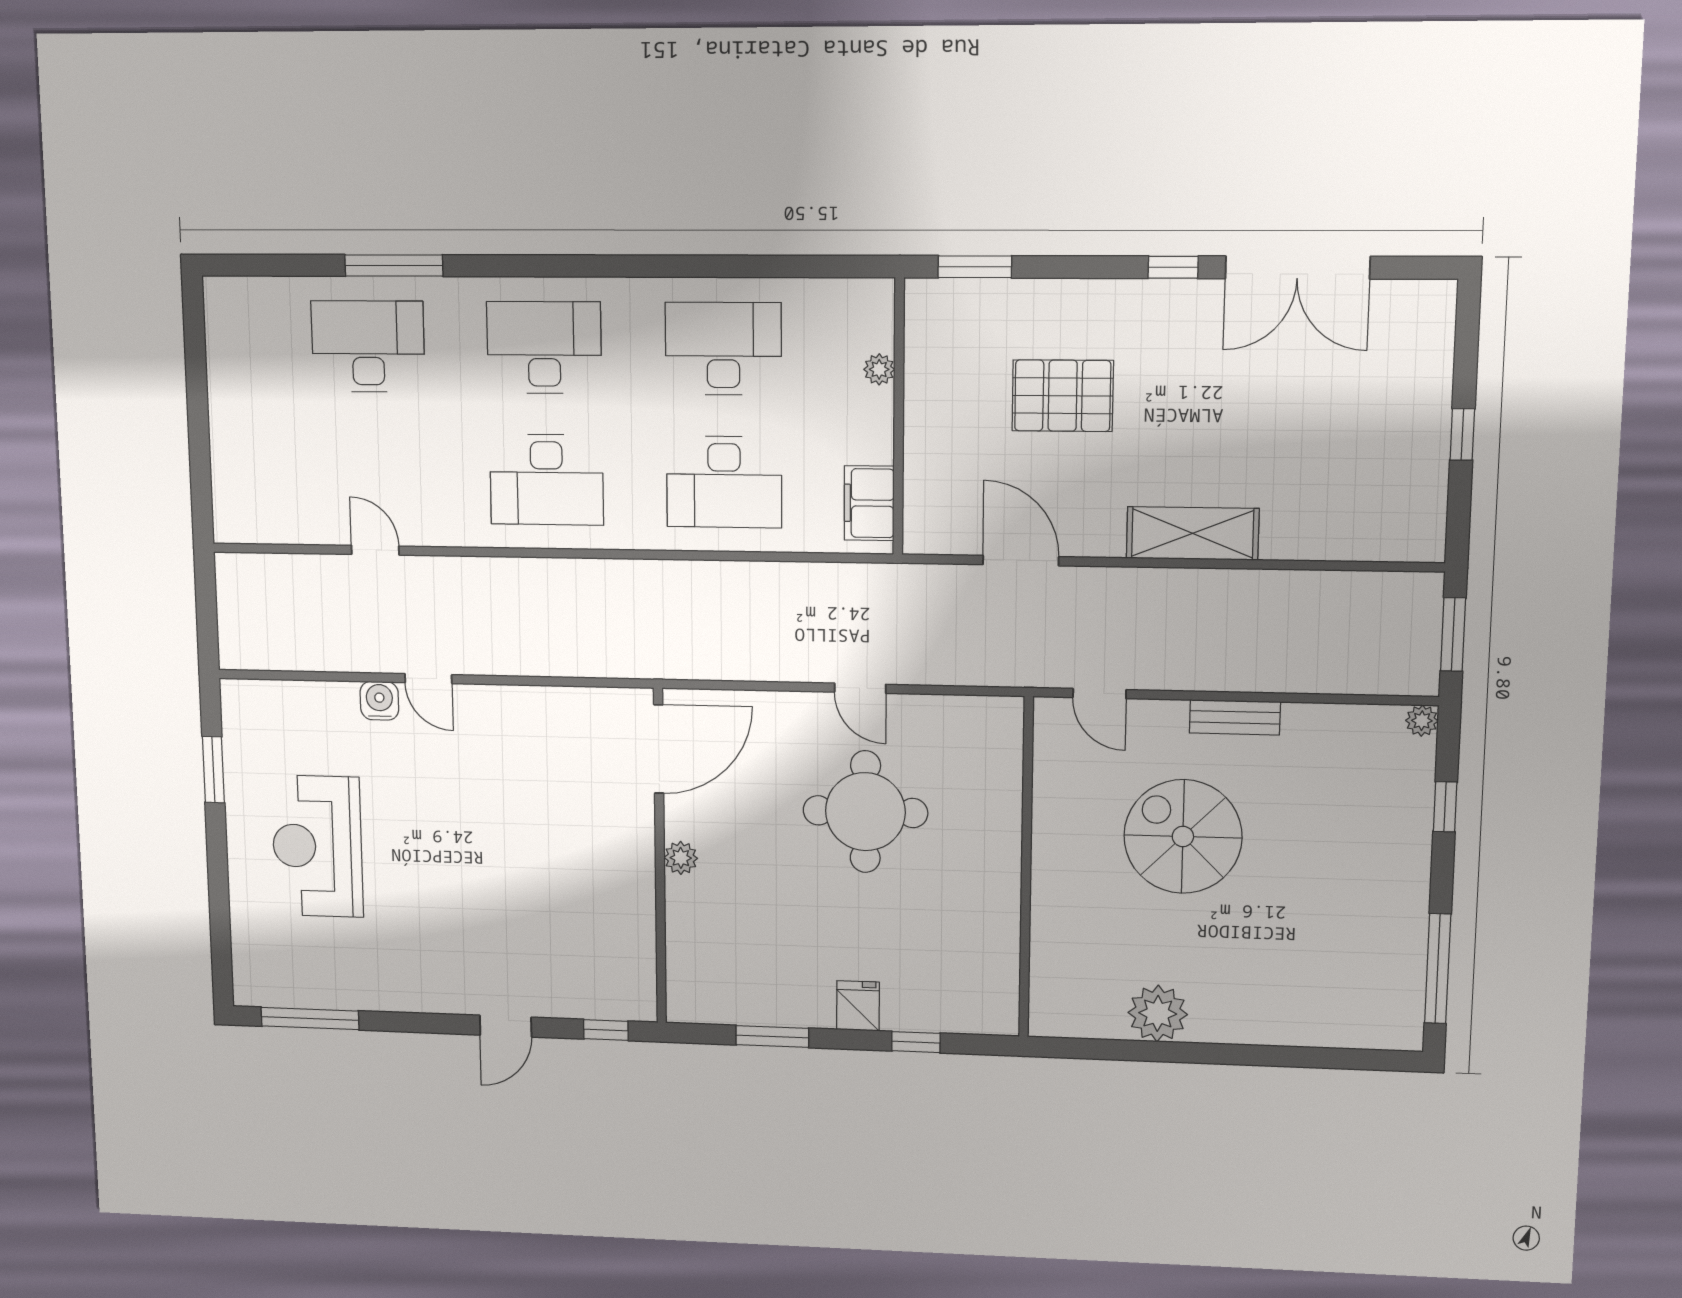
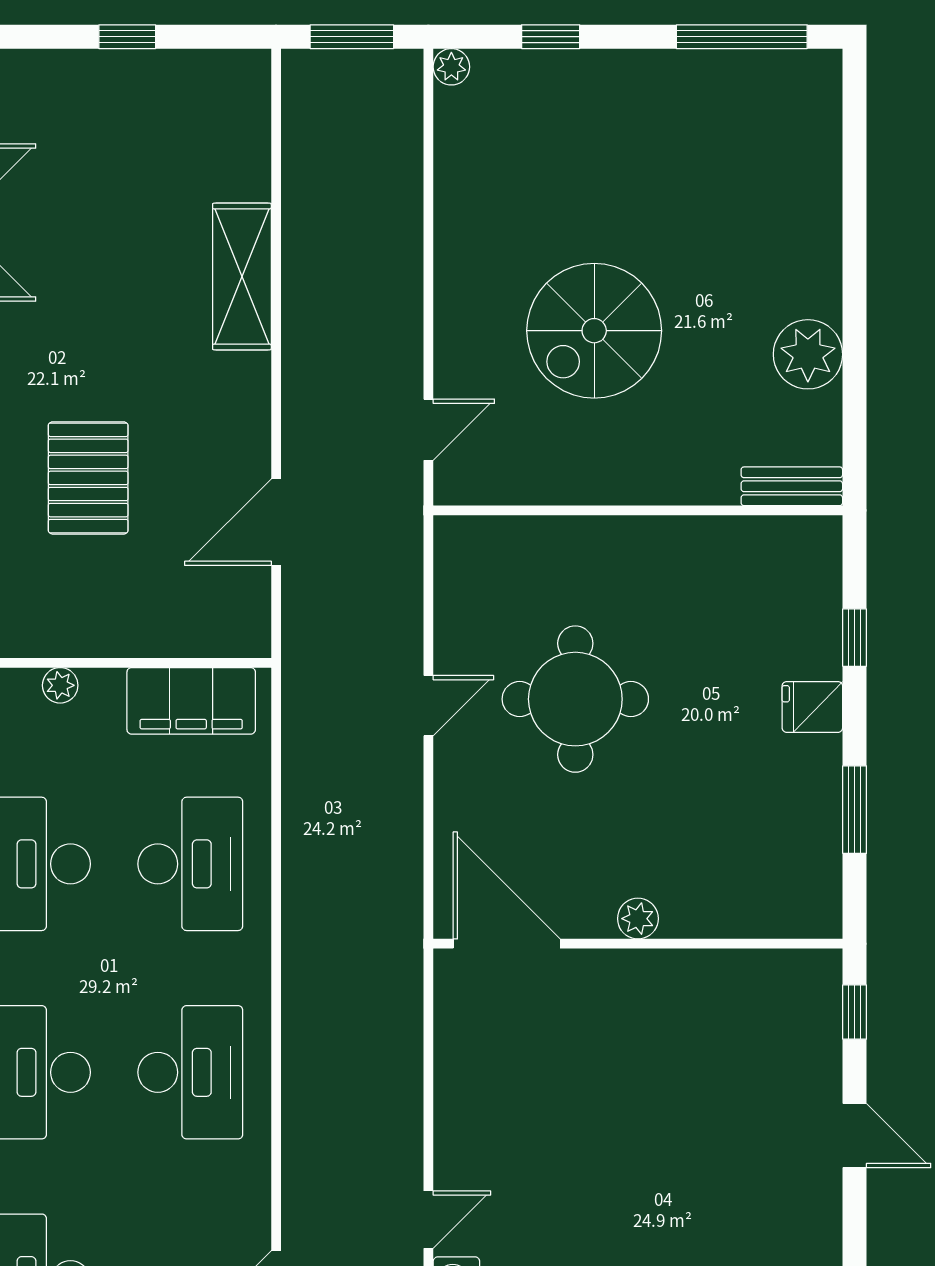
filing cabinet: (869, 503) -> (191, 701), width x1.50, depth x1.17
shelving: (1193, 533) -> (242, 277), moved
bench: (1235, 717) -> (792, 486), moved, turned 90

